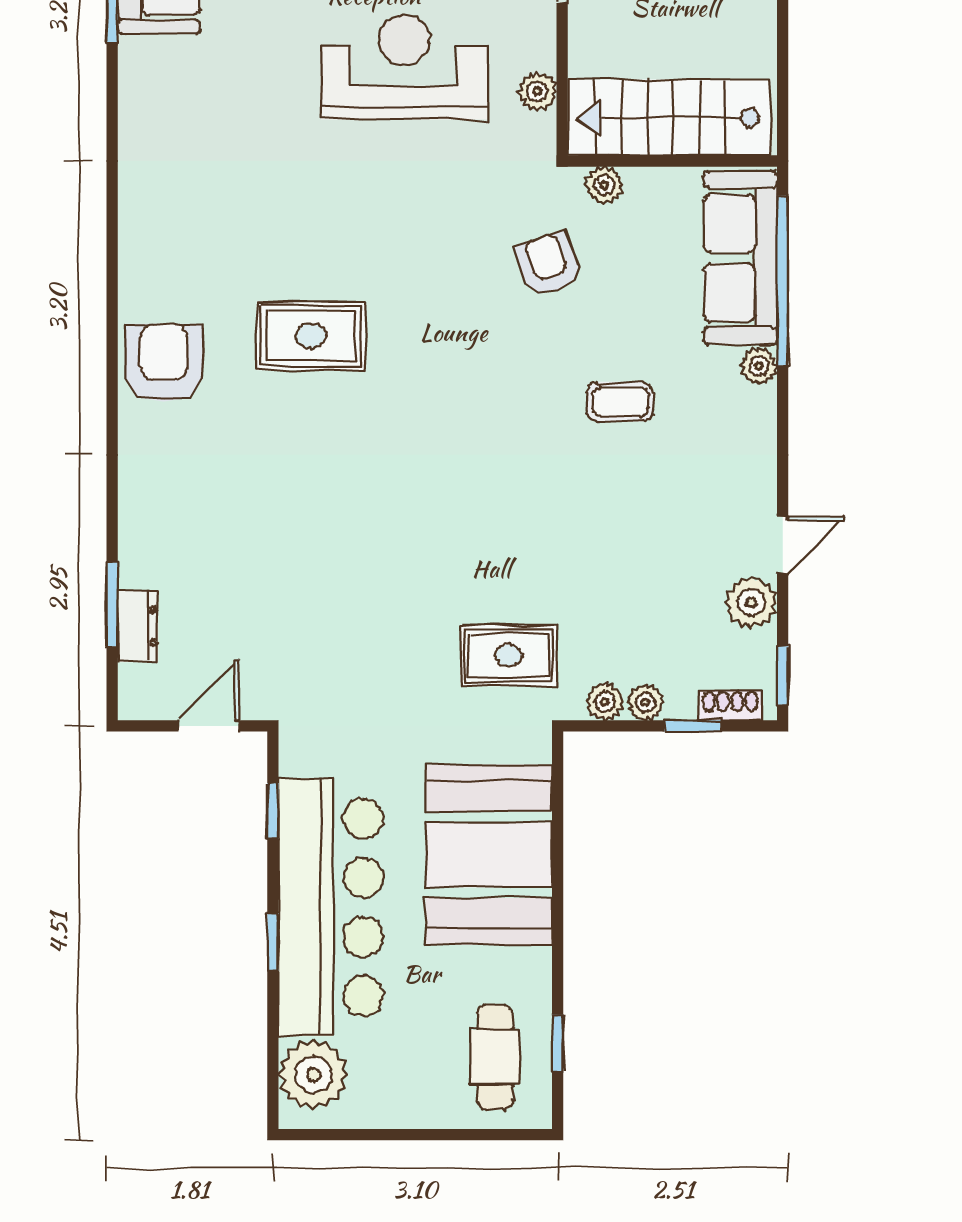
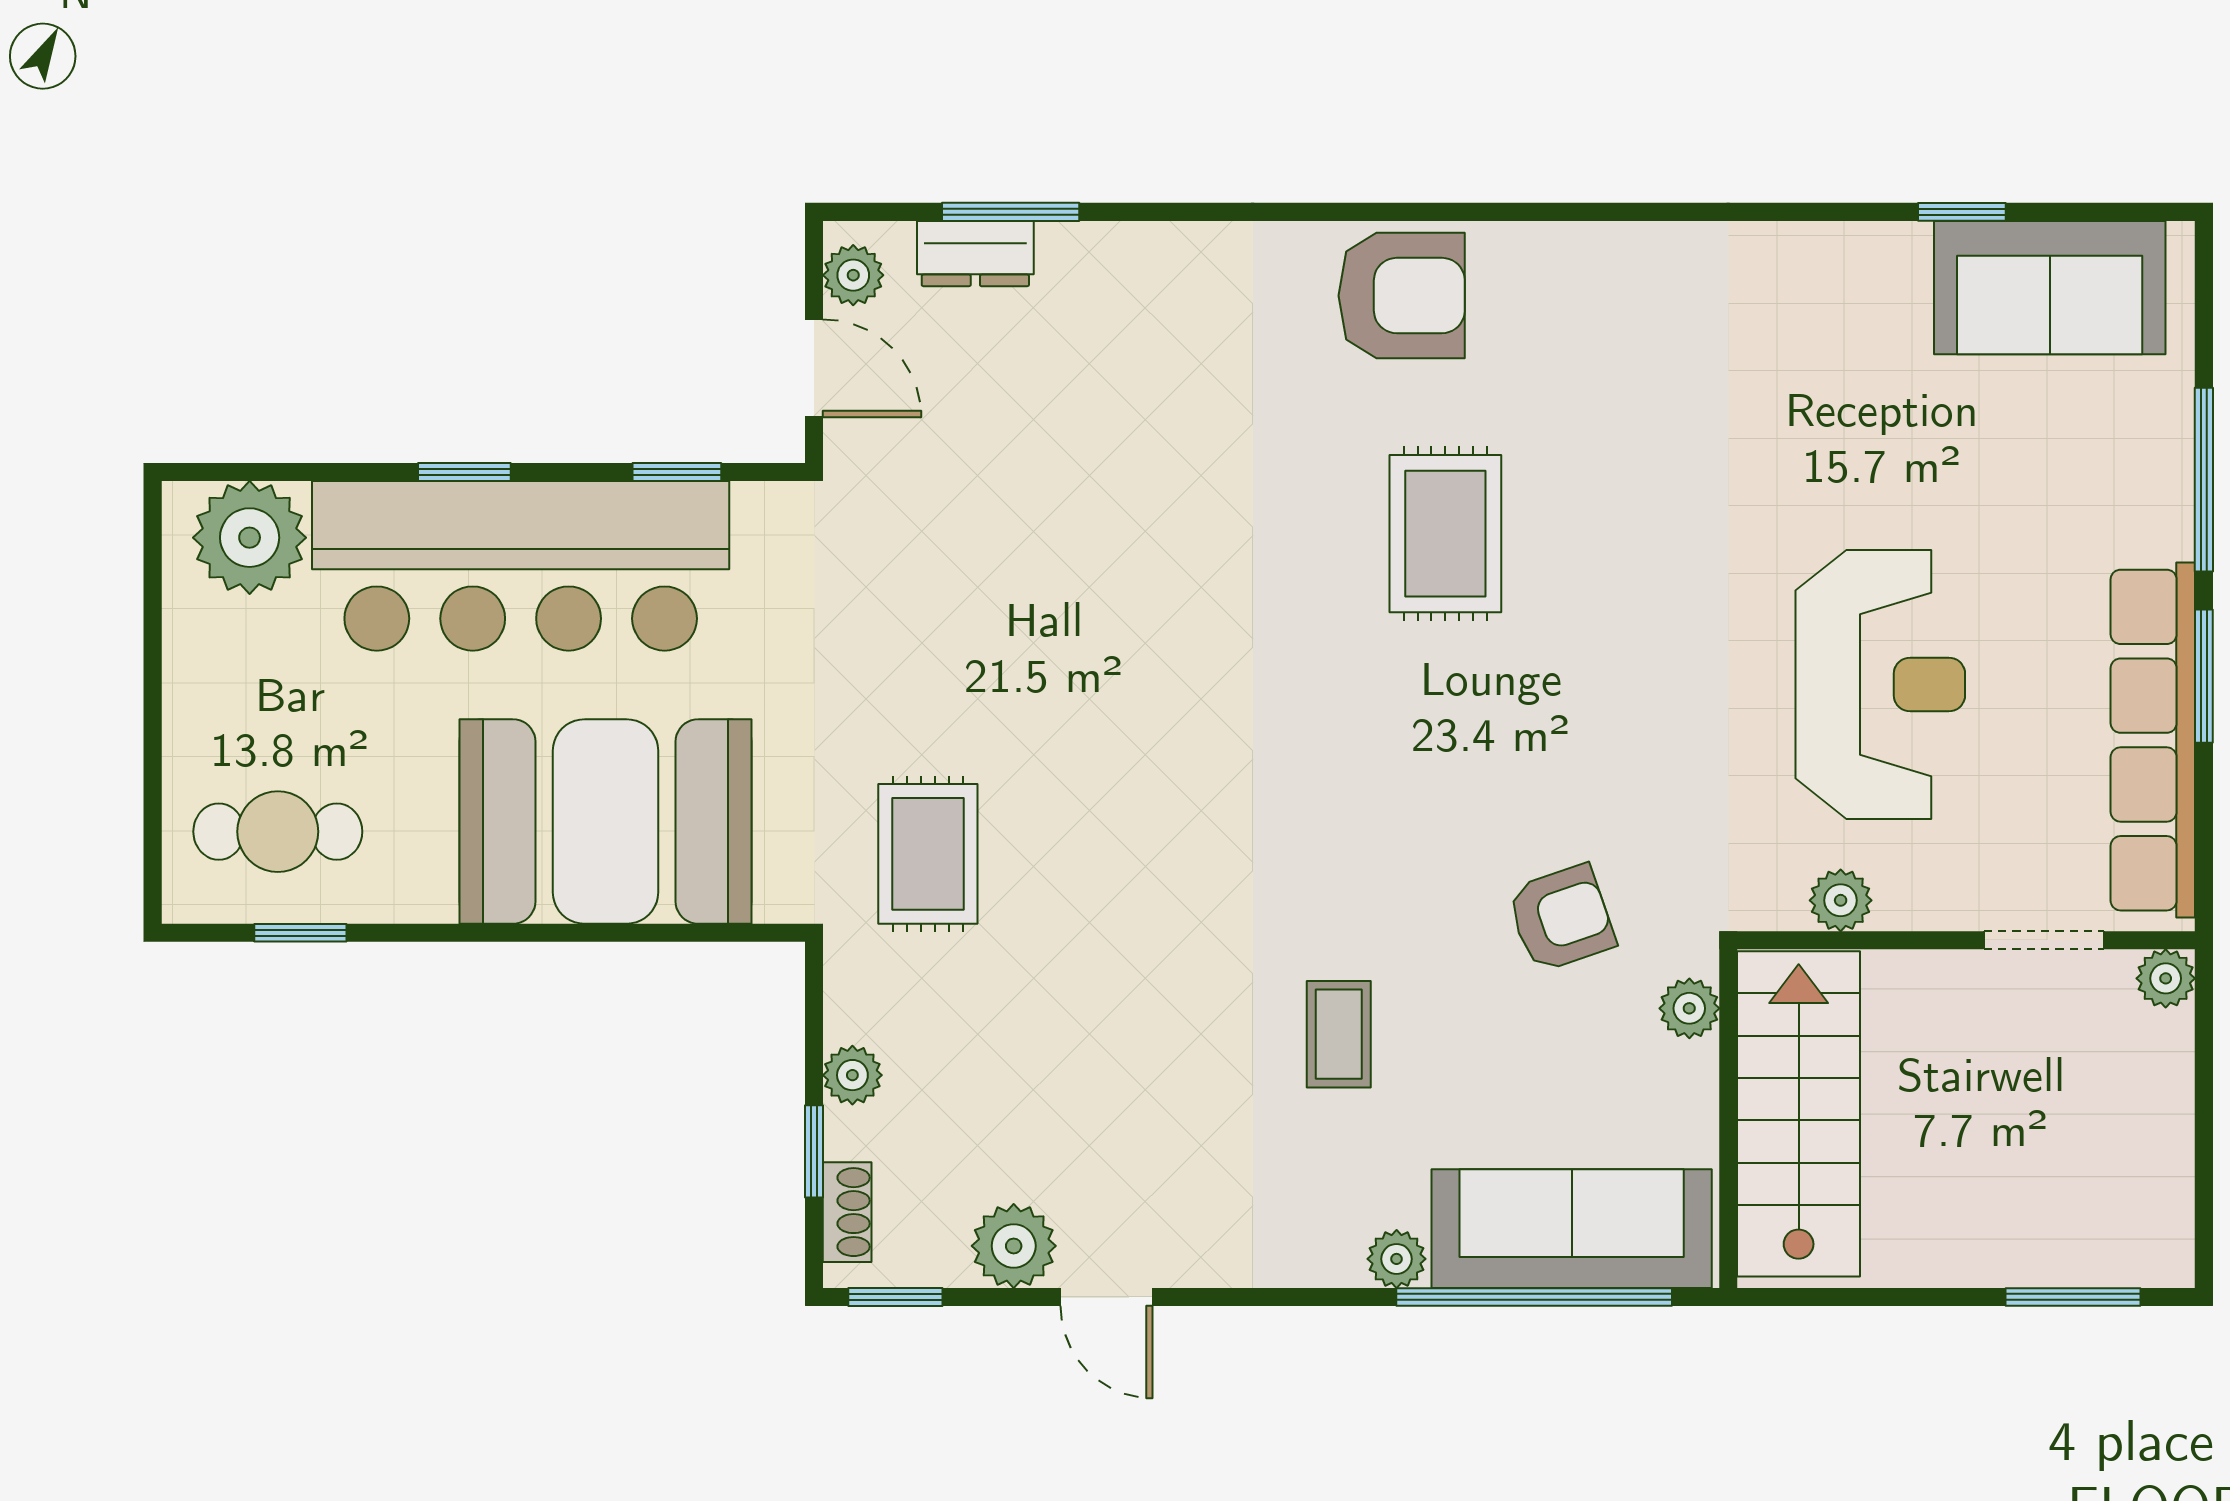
plant: (605, 702) -> (853, 275), moved

